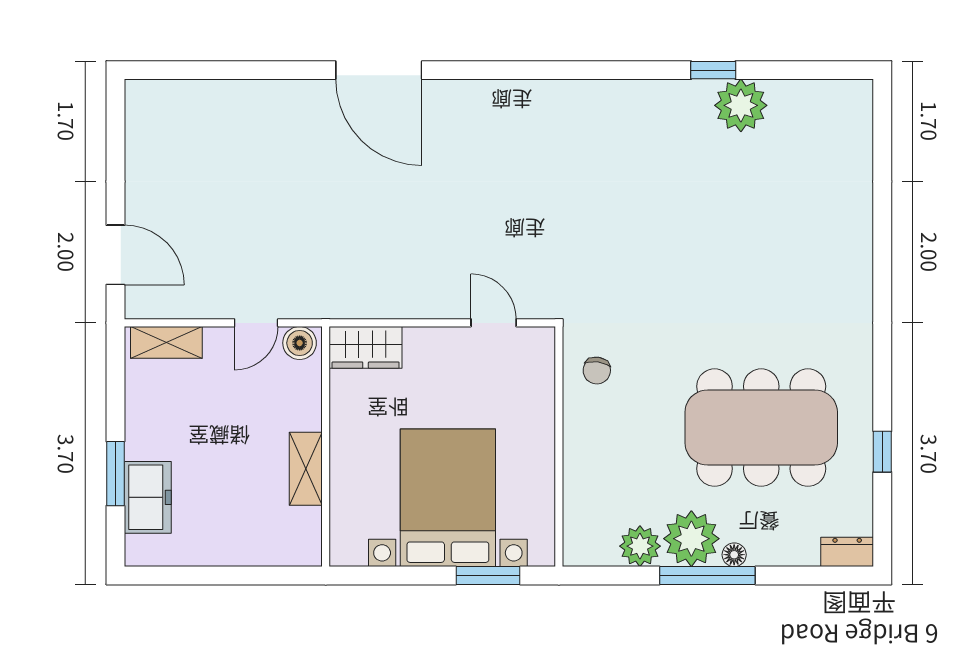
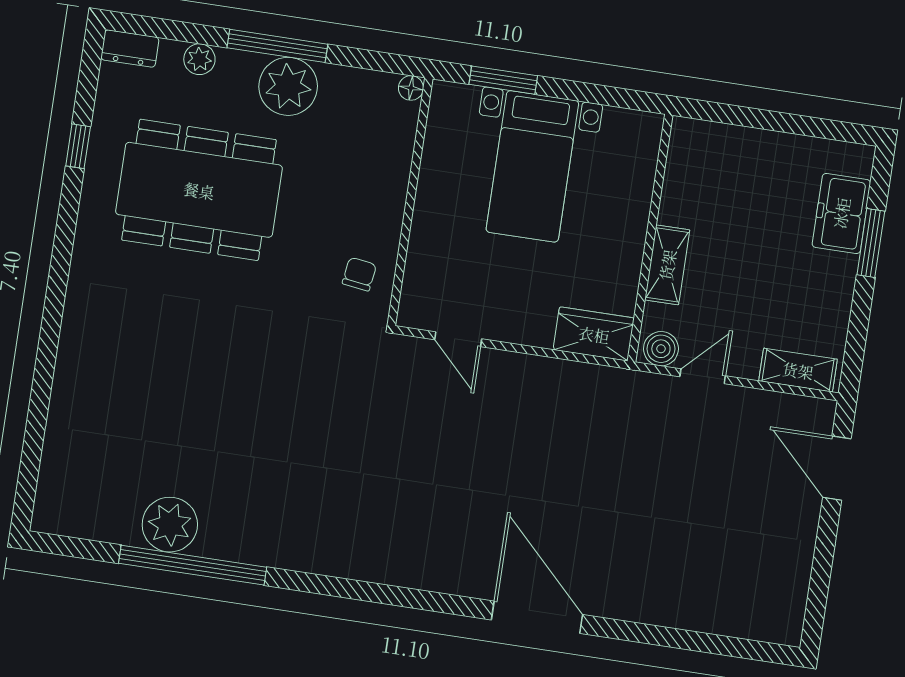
window: (713, 70) -> (193, 565), width x3.17
shelving: (306, 469) -> (667, 265), moved
bed with nightstands: (448, 498) -> (532, 166), width x0.73
plant: (640, 546) -> (199, 59), moved, width x0.73, depth x0.73
floor lamp: (734, 555) -> (411, 88), moved

